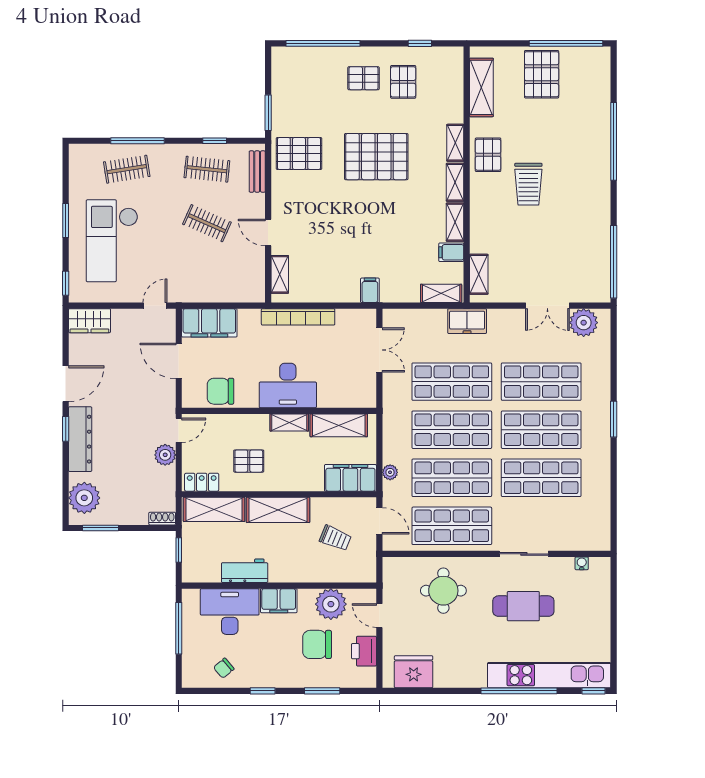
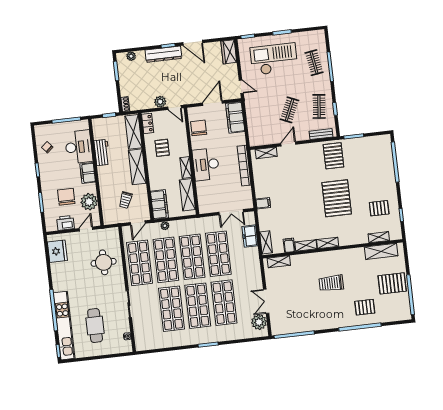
pallet: (364, 78) -> (379, 186), removed
shelving: (455, 143) -> (379, 237), moved
pallet: (488, 155) -> (365, 307), moved
freezer: (467, 321) -> (250, 236), moved
plant: (84, 498) -> (131, 56), width x0.53, depth x0.53
cafe table: (523, 606) -> (95, 326), moved

